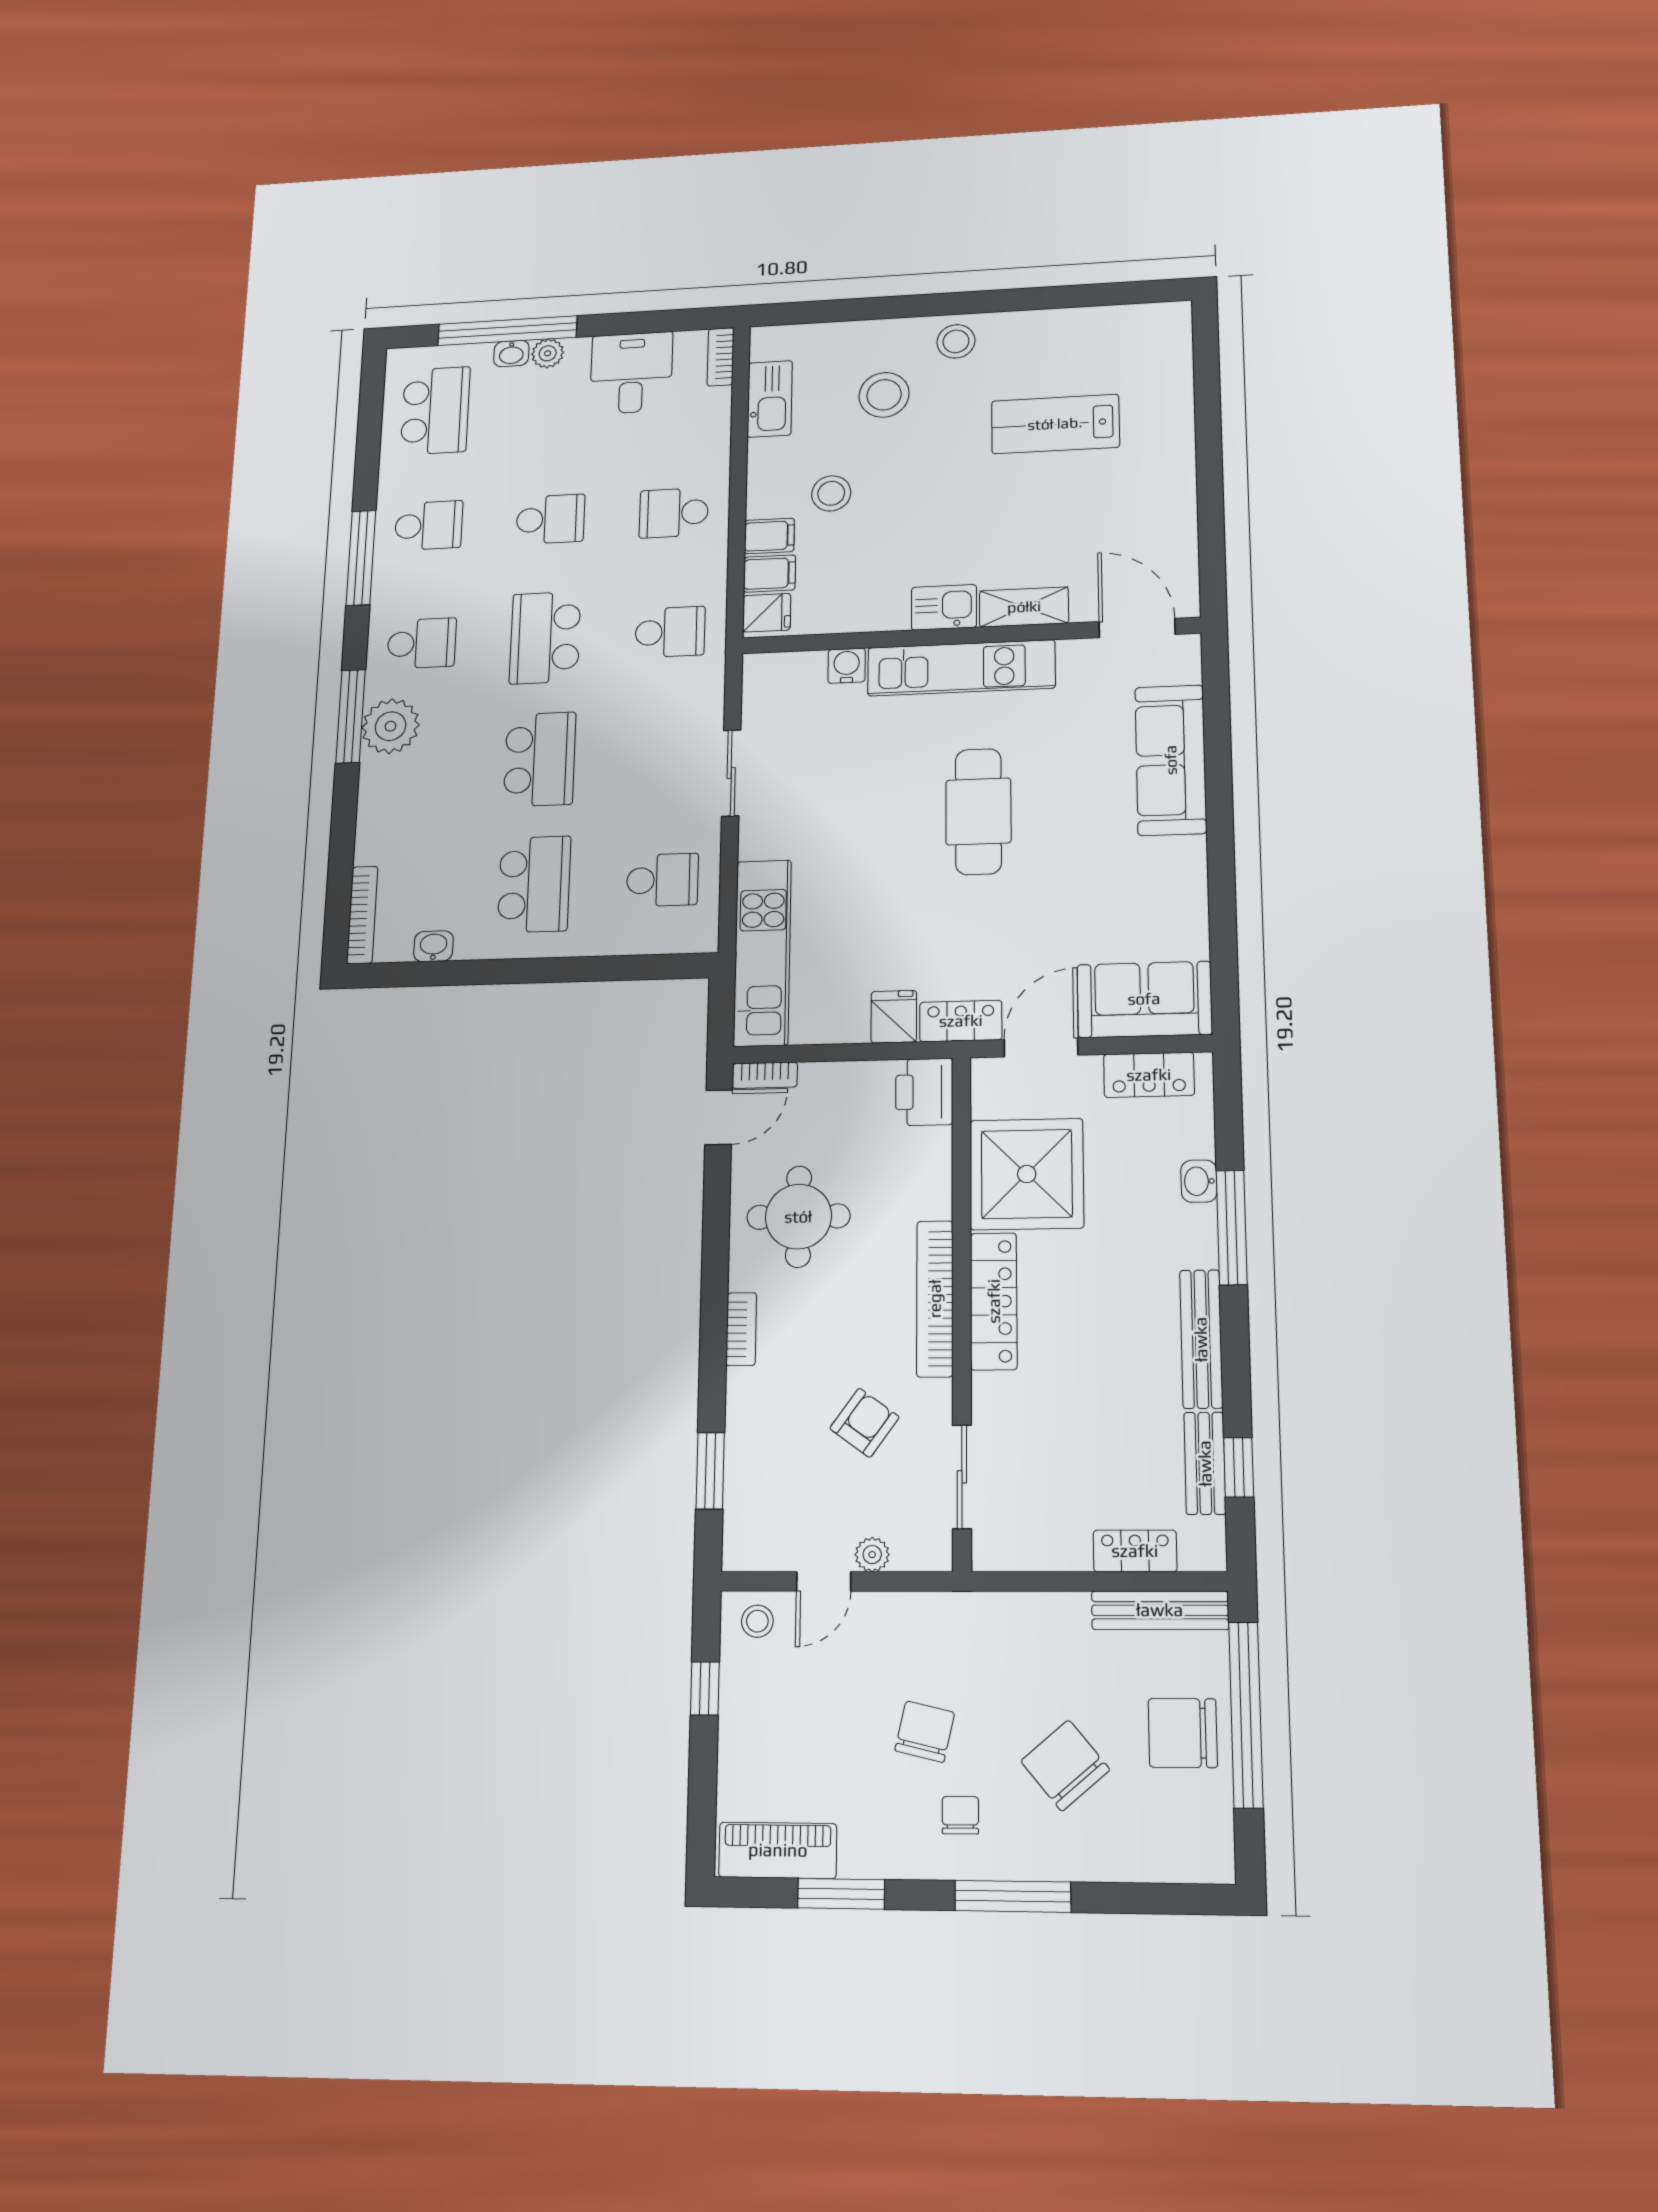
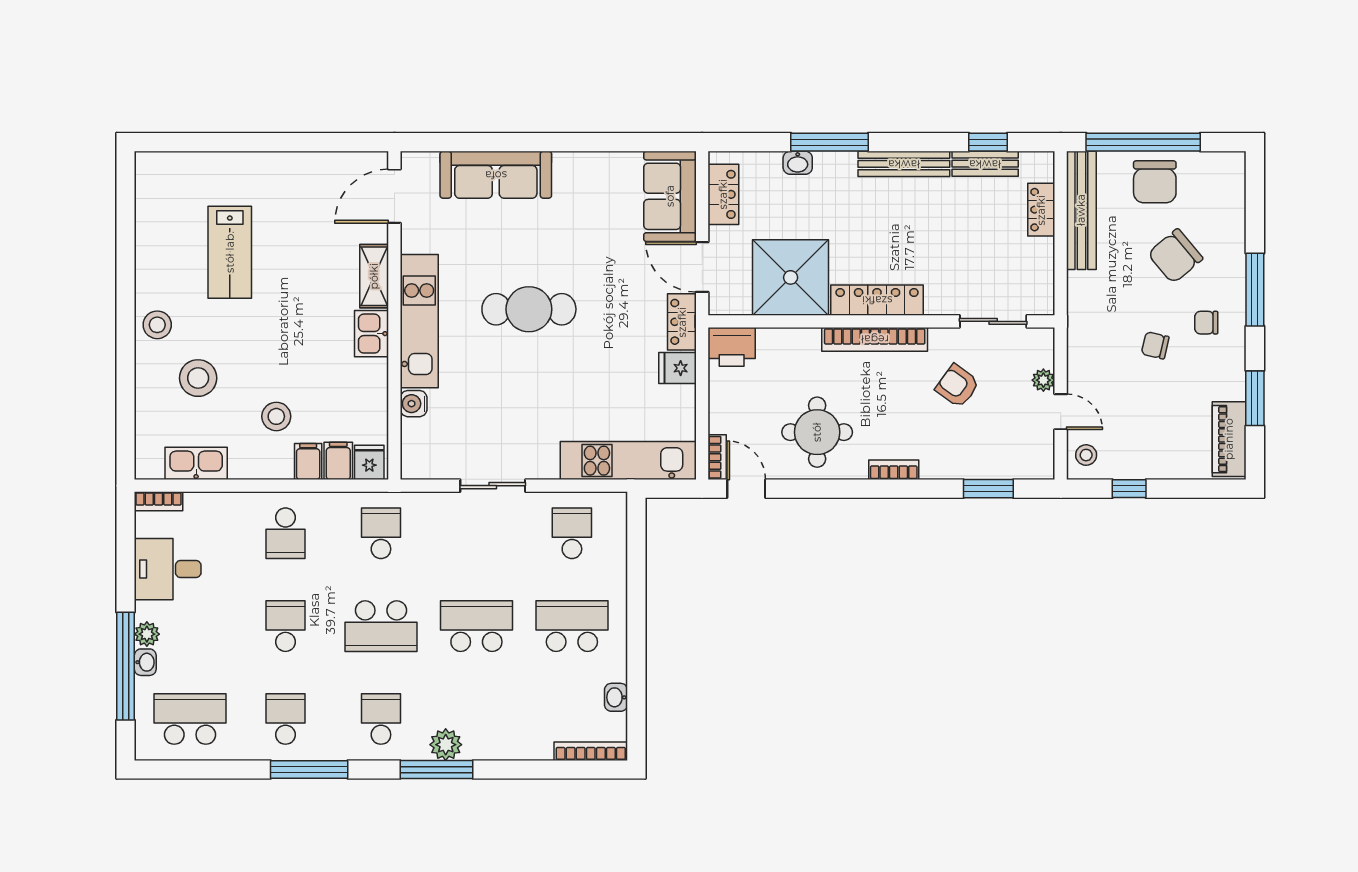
plant: (391, 726) -> (446, 745), width x0.73, depth x0.73
bench: (1160, 1610) -> (1081, 210), width x1.37, depth x1.21
chair: (925, 1732) -> (1155, 345), width x0.73, depth x0.73

